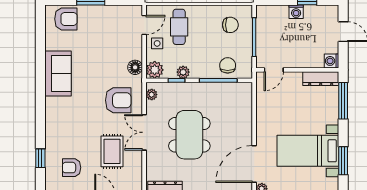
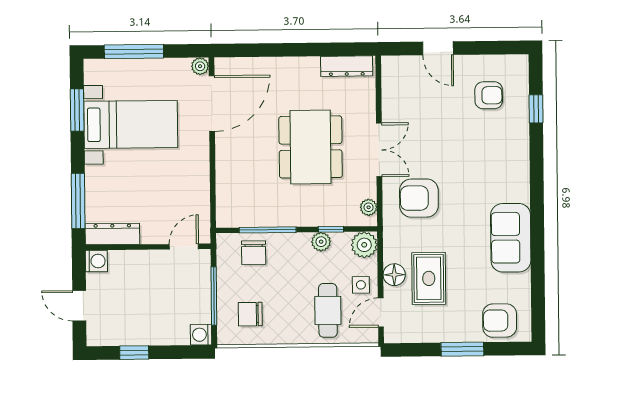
washing machine: (296, 12) -> (201, 335), moved, turned -90
floor lamp: (135, 67) -> (394, 275), moved
rug: (112, 151) -> (429, 278), moved

